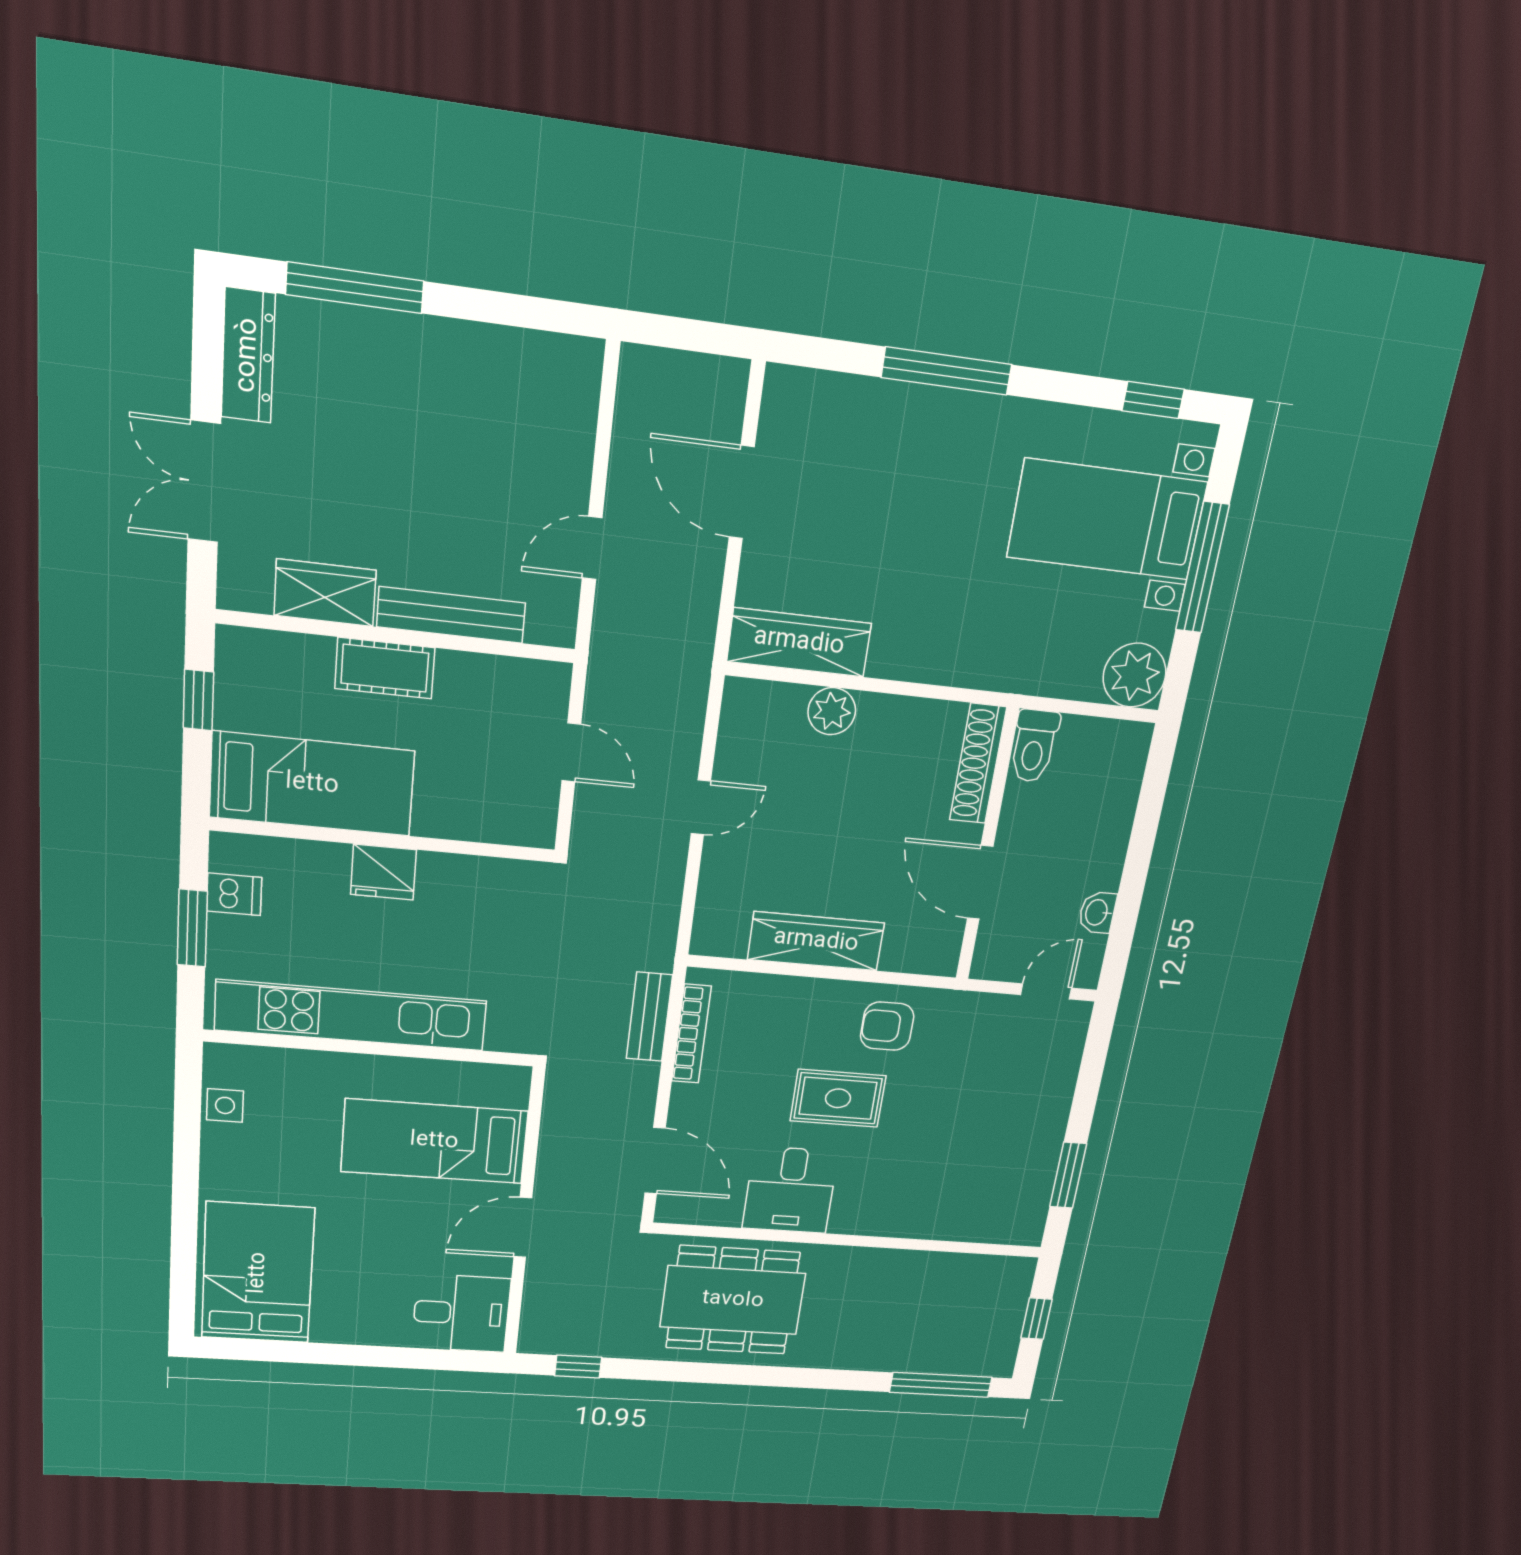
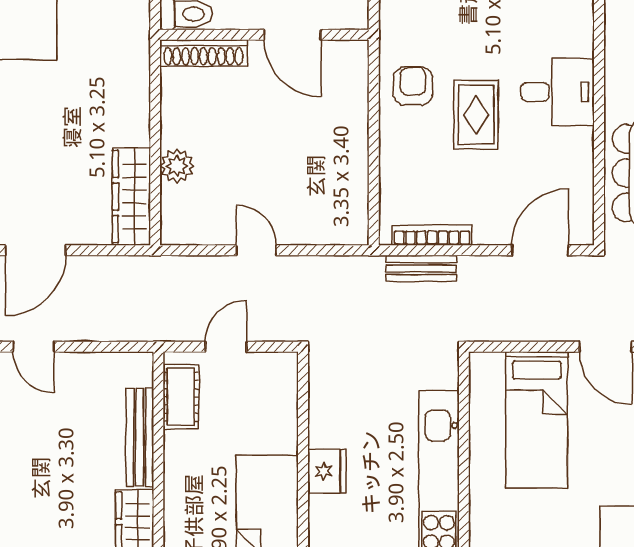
door: (592, 548) -> (34, 347), moved
cot: (385, 668) -> (181, 397), moved
door: (980, 882) -> (292, 35), hinge flipped
wardrobe: (816, 941) -> (350, 151), removed
armchair: (887, 1026) -> (413, 86), turned 180
desk: (790, 1190) -> (558, 92), moved

